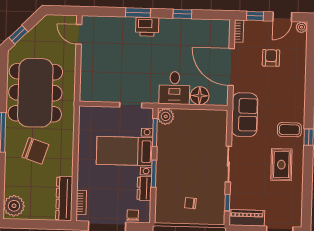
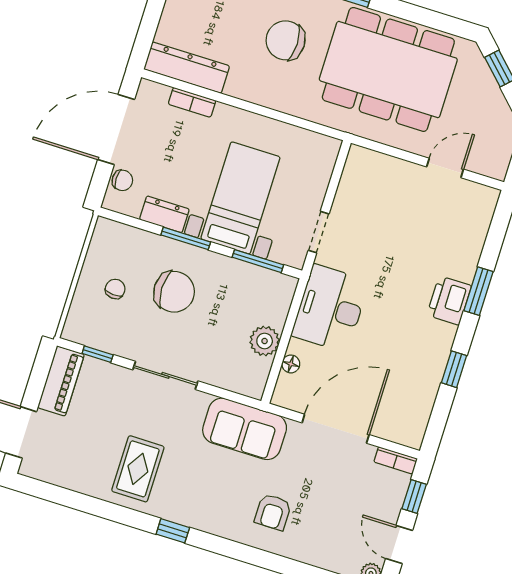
door: (79, 34) -> (445, 168), moved
armchair: (271, 58) -> (273, 512), moved, turned 90
desk: (174, 88) -> (330, 308), width x1.37
floor lamp: (200, 96) -> (291, 364), width x0.53, depth x0.53
plant: (166, 116) -> (265, 341), moved
coffee table: (289, 130) -> (196, 501), removed
chair: (35, 151) -> (286, 40), turned 72
rug: (281, 165) -> (138, 469), turned 90
chair: (183, 172) -> (174, 292), added
bookcase: (81, 202) -> (192, 102), moved

